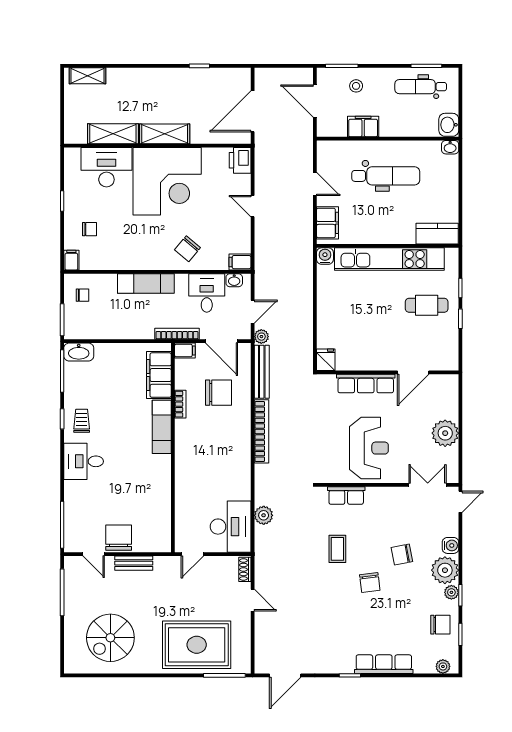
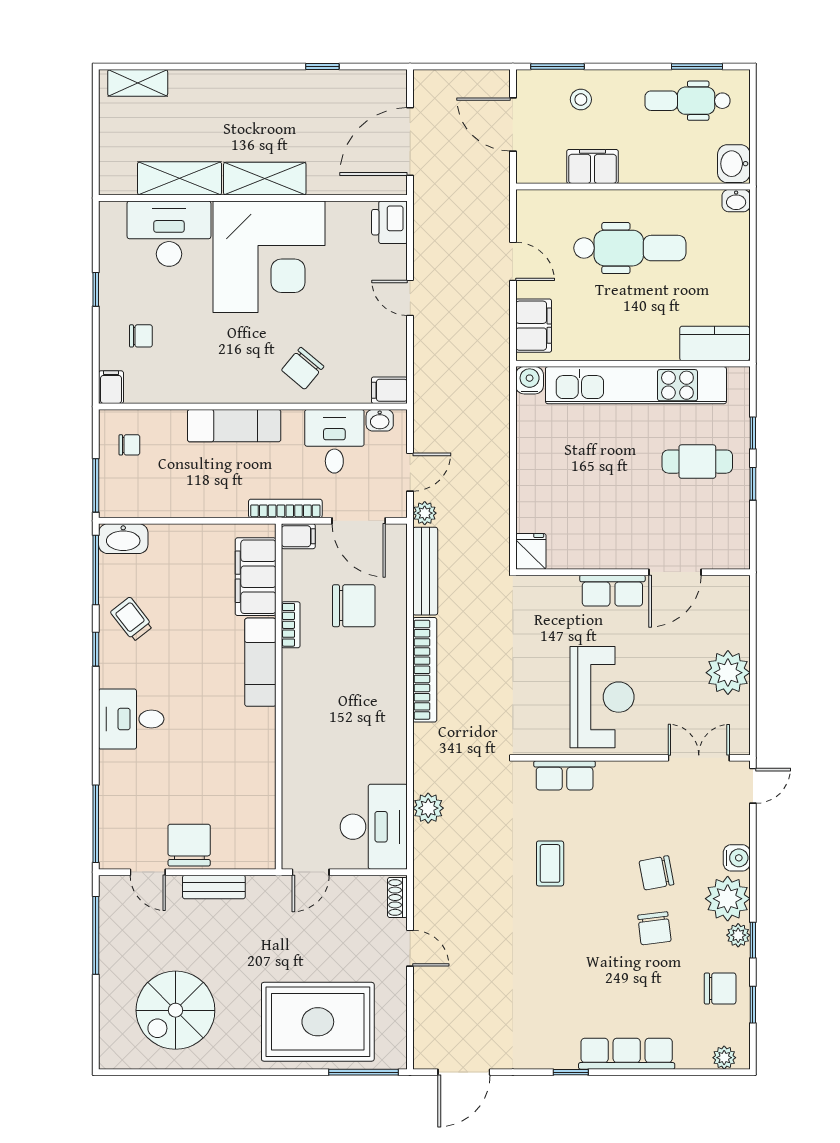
row of seats: (366, 384) -> (612, 591), width x0.68
trolley: (82, 421) -> (132, 619), moved, turned -38
chair: (370, 582) -> (654, 928), moved

